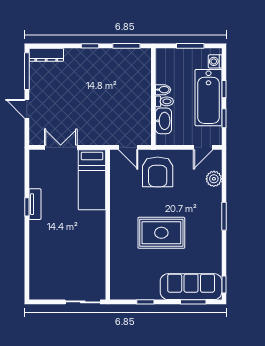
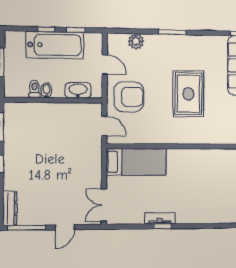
washing machine: (215, 61) -> (18, 38), removed
toilet: (164, 101) -> (35, 89), moved
double door: (61, 147) -> (104, 205), moved
door: (128, 147) -> (104, 126), hinge flipped
door: (203, 147) -> (105, 64), moved

